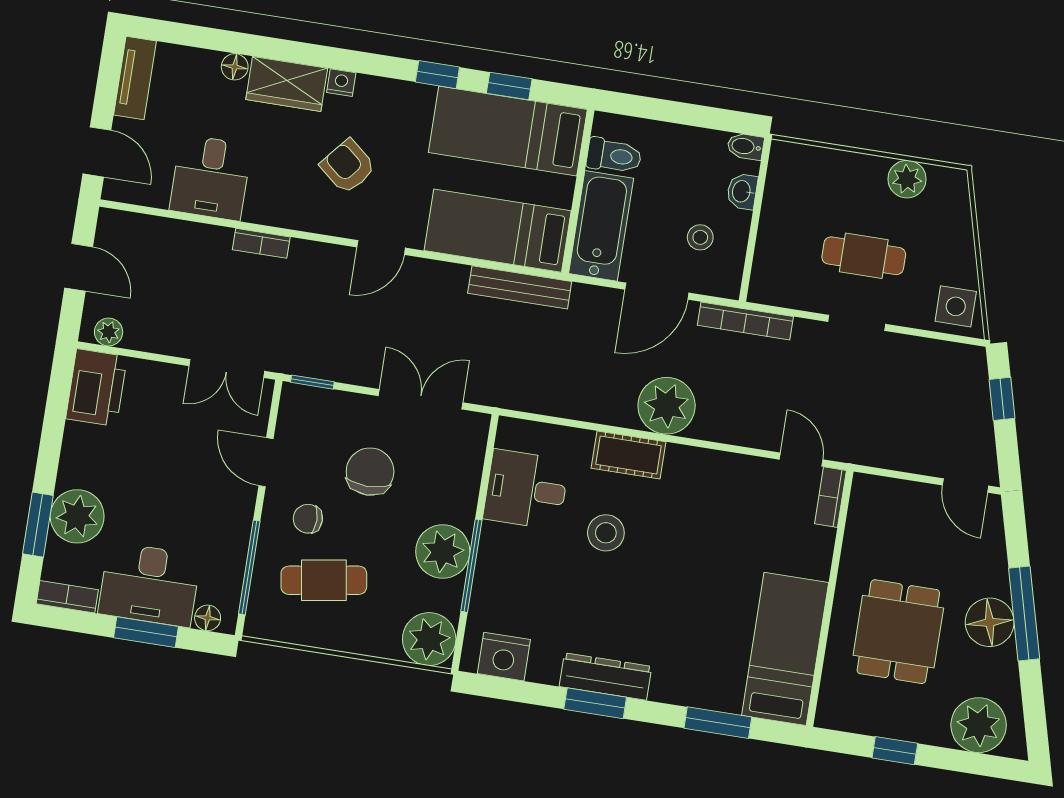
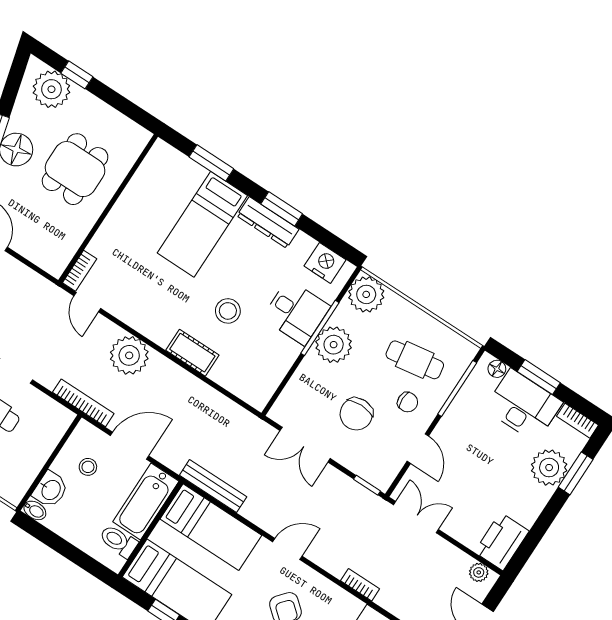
washbasin: (742, 191) -> (50, 490), width x1.38, depth x1.45
plant: (667, 406) -> (129, 355), moved
desk: (526, 490) -> (296, 312), moved
bed: (785, 649) -> (202, 224), moved
window: (895, 751) -> (77, 75), moved

